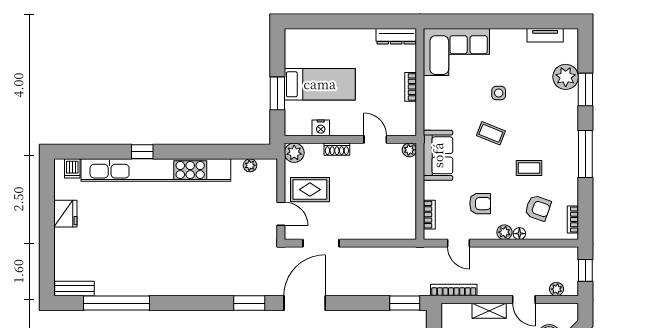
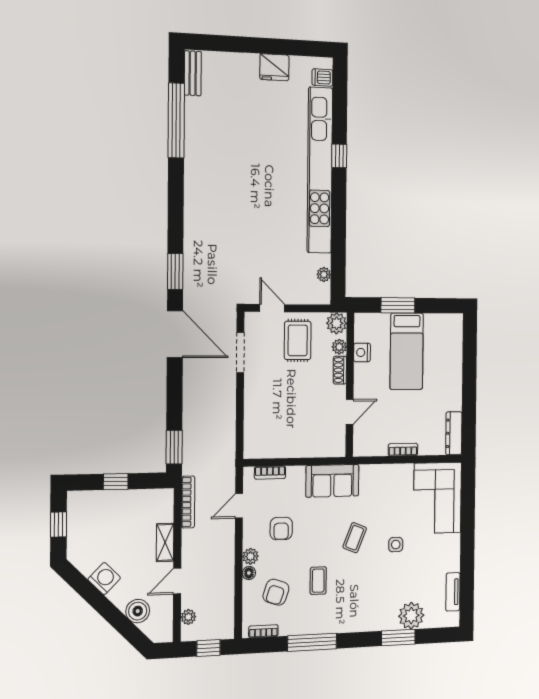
plant: (409, 150) -> (339, 347), moved
window: (585, 154) -> (312, 642), moved
door: (281, 214) -> (272, 308), swing flipped

